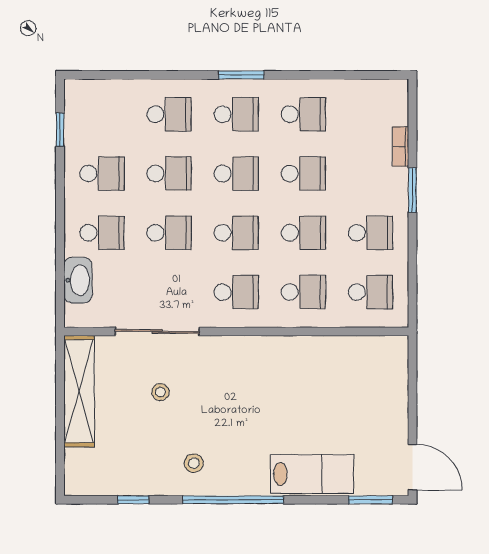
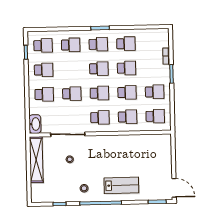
school desk: (169, 174) -> (43, 46), moved
washbasin: (78, 280) -> (35, 124), moved
lab bench: (312, 474) -> (121, 185), moved

